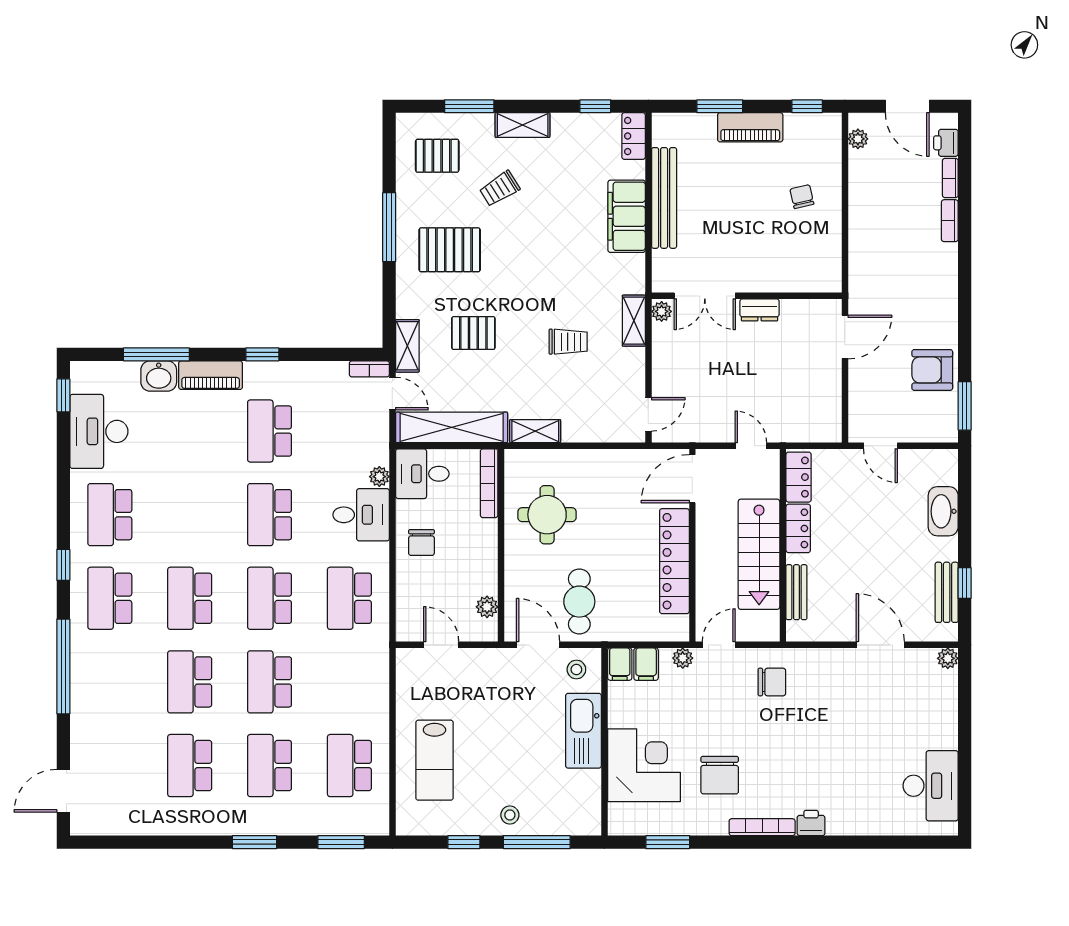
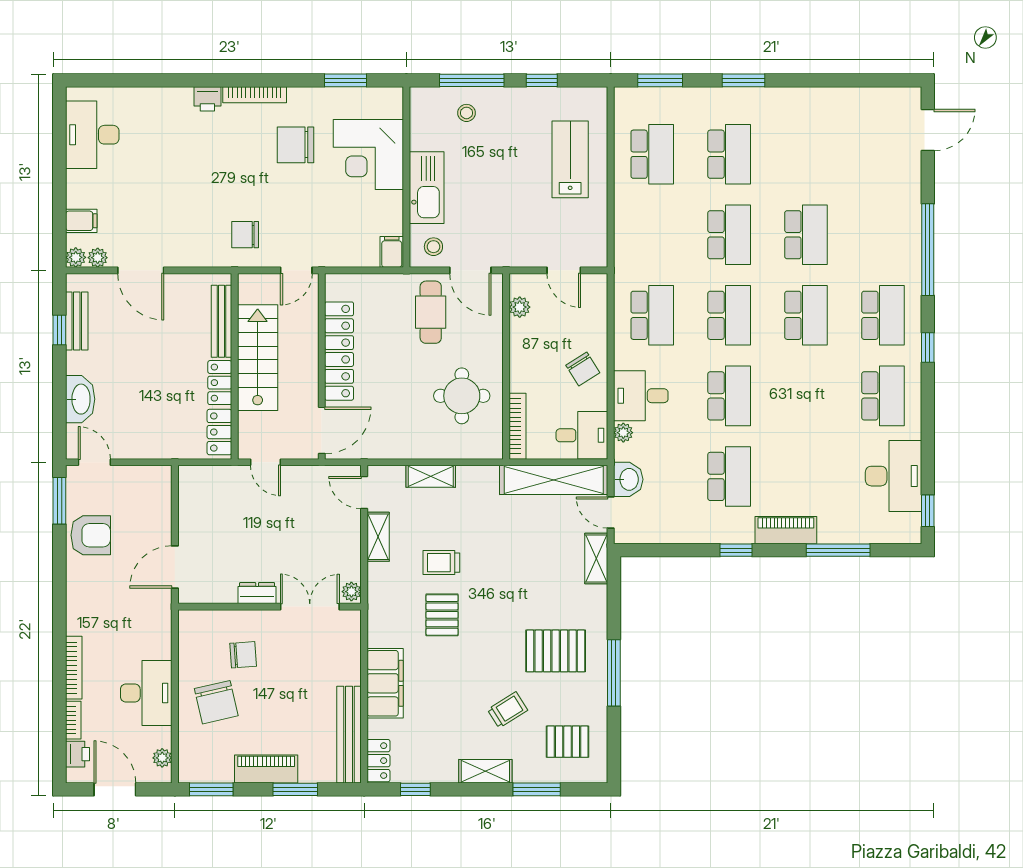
window: (807, 106) -> (211, 789), width x1.50
chair: (802, 197) -> (216, 702), width x1.87, depth x1.87
bench: (664, 198) -> (349, 735), moved
desk: (875, 206) -> (146, 693), added
bookcase: (950, 221) -> (74, 668), width x1.56
chair: (774, 246) -> (243, 655), added
shelving: (634, 321) -> (378, 537), moved
pallet: (473, 333) -> (442, 615), moved, turned 90
bookcase: (369, 369) -> (633, 536), removed
washbasin: (159, 376) -> (628, 479), moved, turned 90
door: (648, 414) -> (364, 493), hinge flipped
shelving: (535, 431) -> (431, 476), moved
door: (880, 446) -> (94, 462), moved
chair: (421, 543) -> (583, 369), turned 148
bench: (796, 592) -> (221, 321), width x1.36
plant: (683, 658) -> (98, 258), moved
filing cabinet: (646, 664) -> (81, 221), moved, turned 90
school desk: (190, 766) -> (806, 154), removed
chair: (720, 775) -> (295, 145), turned -90
stool: (510, 815) -> (466, 113), moved

